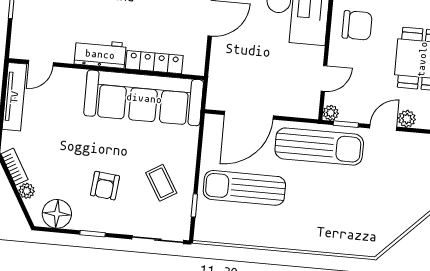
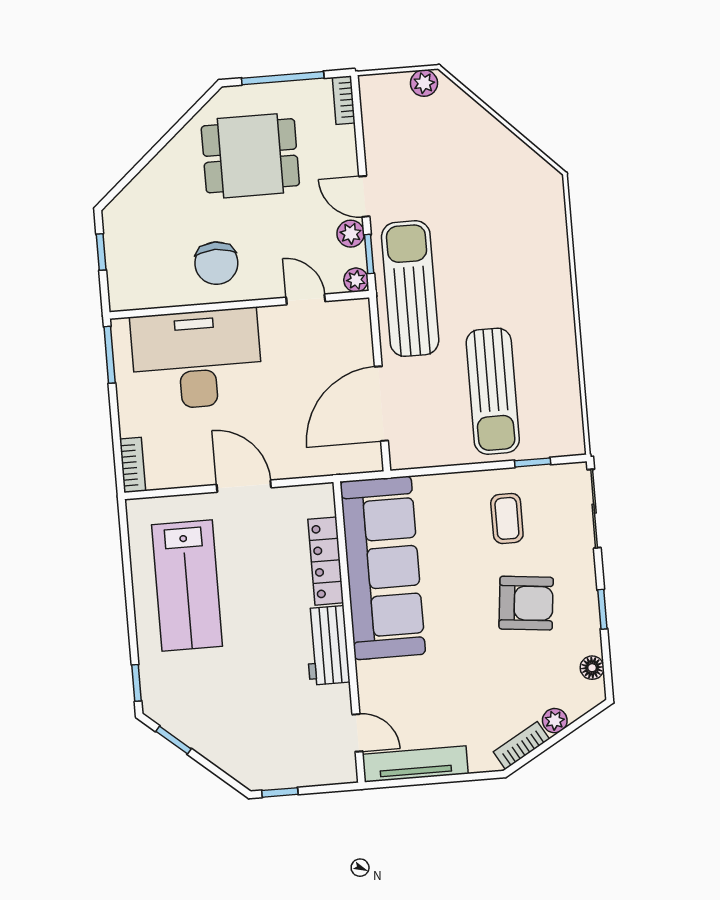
chair: (357, 25) -> (216, 263), turned 180
door: (249, 115) -> (381, 404), swing flipped
plant: (407, 119) -> (351, 234), moved
coffee table: (161, 183) -> (507, 518), turned -59
armchair: (105, 186) -> (526, 603), width x1.38, depth x1.38
floor lamp: (57, 214) -> (592, 668), width x0.53, depth x0.53

